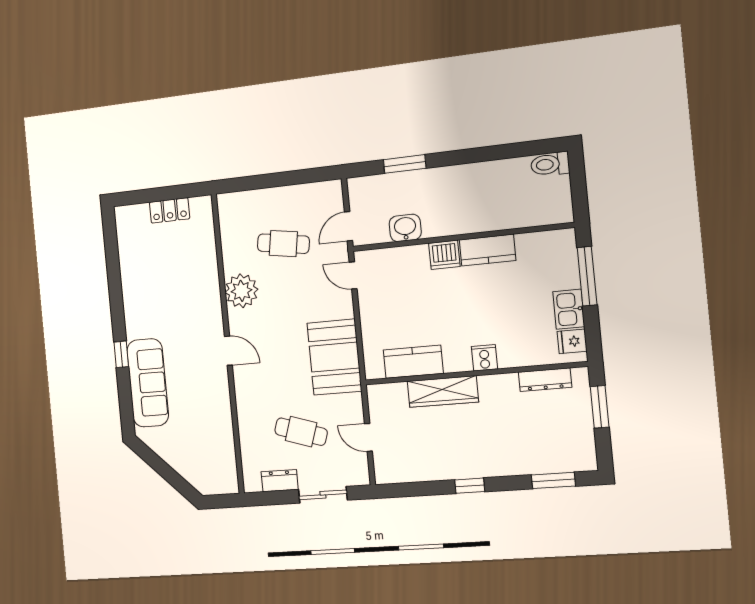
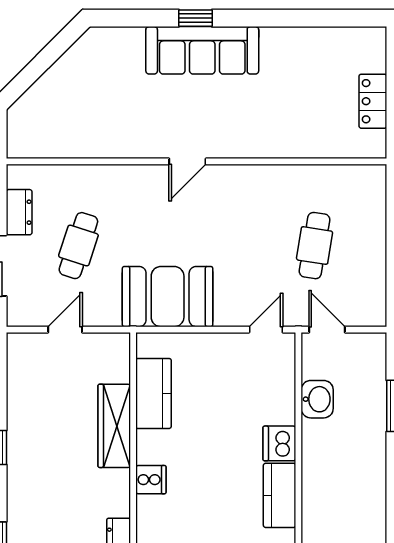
plant: (241, 291) -> (261, 186), removed
sofa: (148, 383) -> (202, 50), moved

